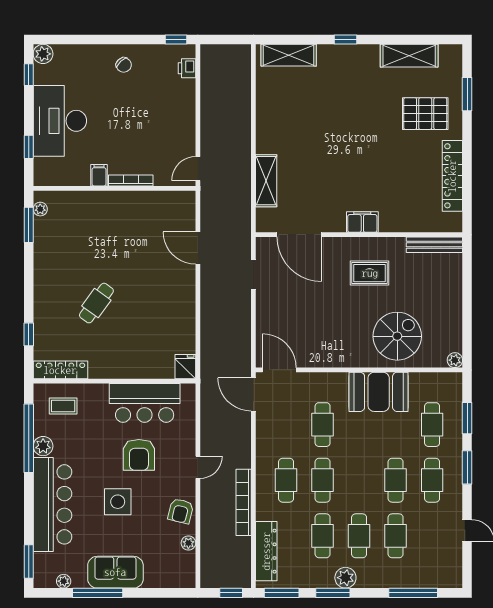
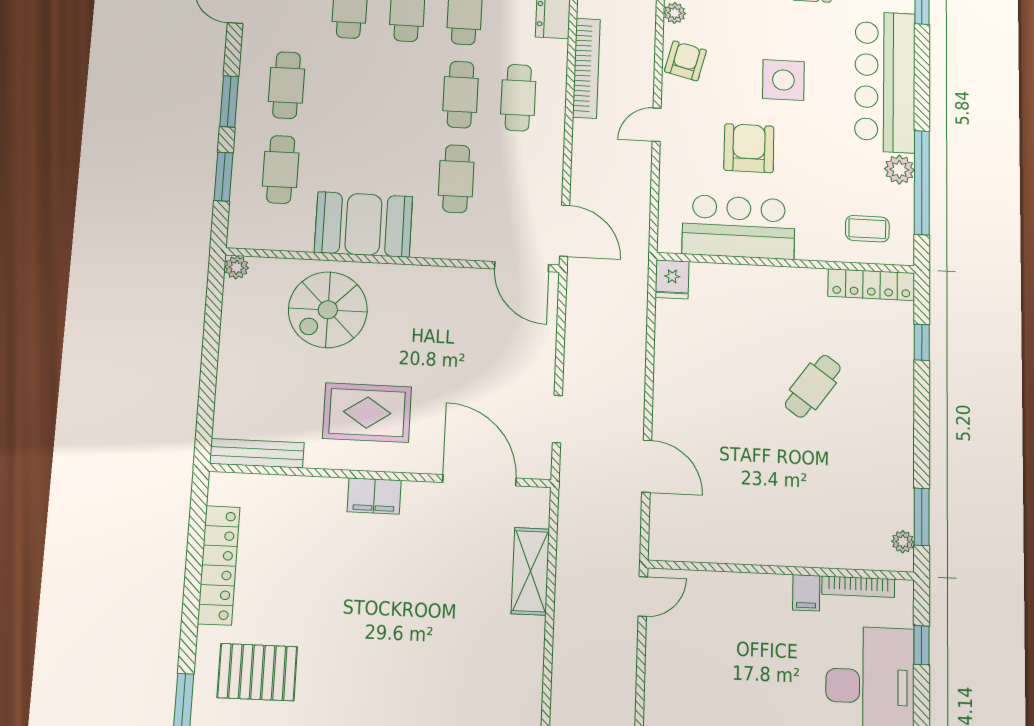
bookcase: (131, 180) -> (858, 587), moved
rug: (370, 273) -> (367, 413), width x1.36, depth x1.43
cafe table: (396, 480) -> (345, 88), removed

